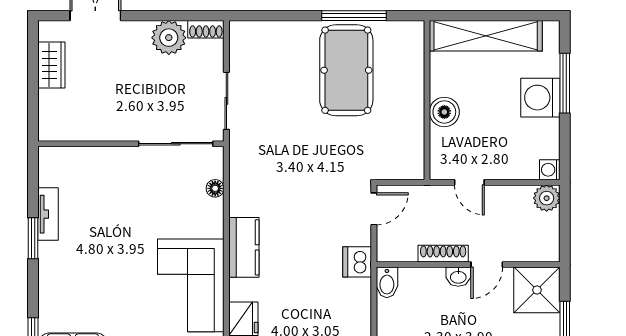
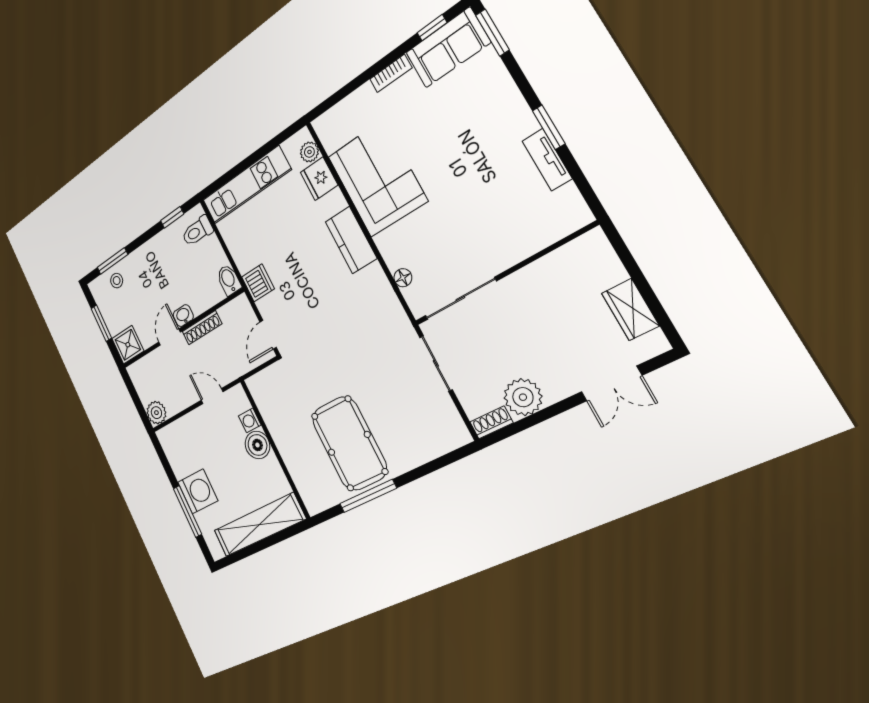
washing machine: (550, 170) -> (250, 420), moved, turned 180
shower: (537, 290) -> (128, 345), width x0.73, depth x0.73

